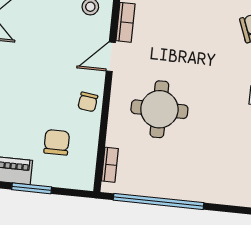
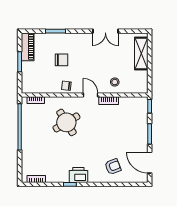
round table: (159, 109) -> (66, 122), turned -31
chair: (57, 142) -> (62, 60), moved

